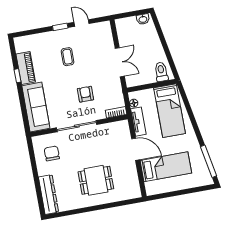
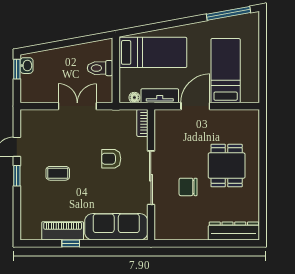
window: (139, 13) -> (17, 69), added
toilet: (161, 72) -> (100, 68), moved
chair: (52, 153) -> (188, 187), moved

